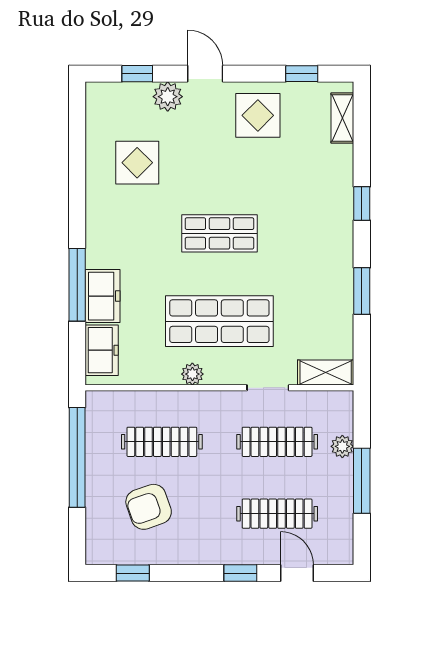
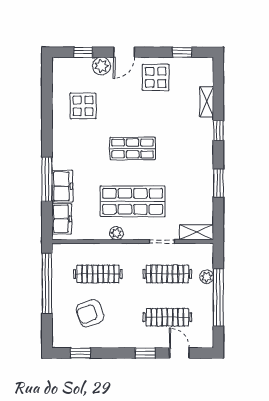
door: (205, 74) -> (124, 52), swing flipped
shelving: (342, 118) -> (207, 102), moved
window: (362, 481) -> (218, 297), width x1.46

